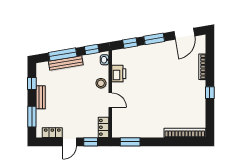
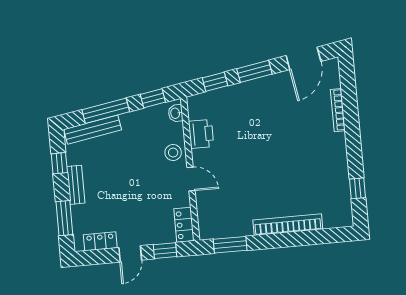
bench: (66, 63) -> (93, 130), moved
window: (210, 93) -> (358, 188), moved
bookcase: (185, 133) -> (288, 225), moved

